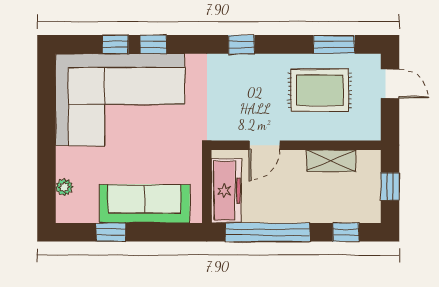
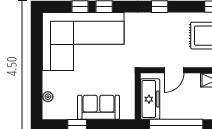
sofa: (144, 204) -> (99, 107), width x0.73

